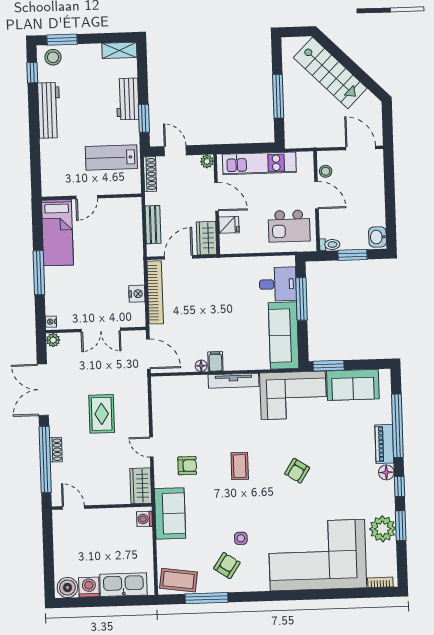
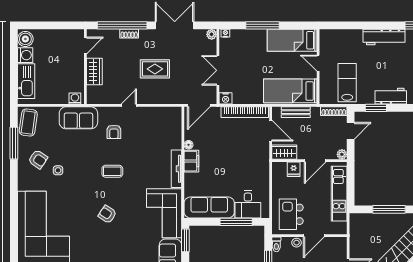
stool: (326, 171) -> (297, 243), moved
bed: (125, 233) -> (290, 91), added
nightstand: (137, 294) -> (226, 98), moved
filing cabinet: (215, 361) -> (191, 161), width x2.00
wardrobe: (141, 486) -> (94, 71), moved, turned 90

